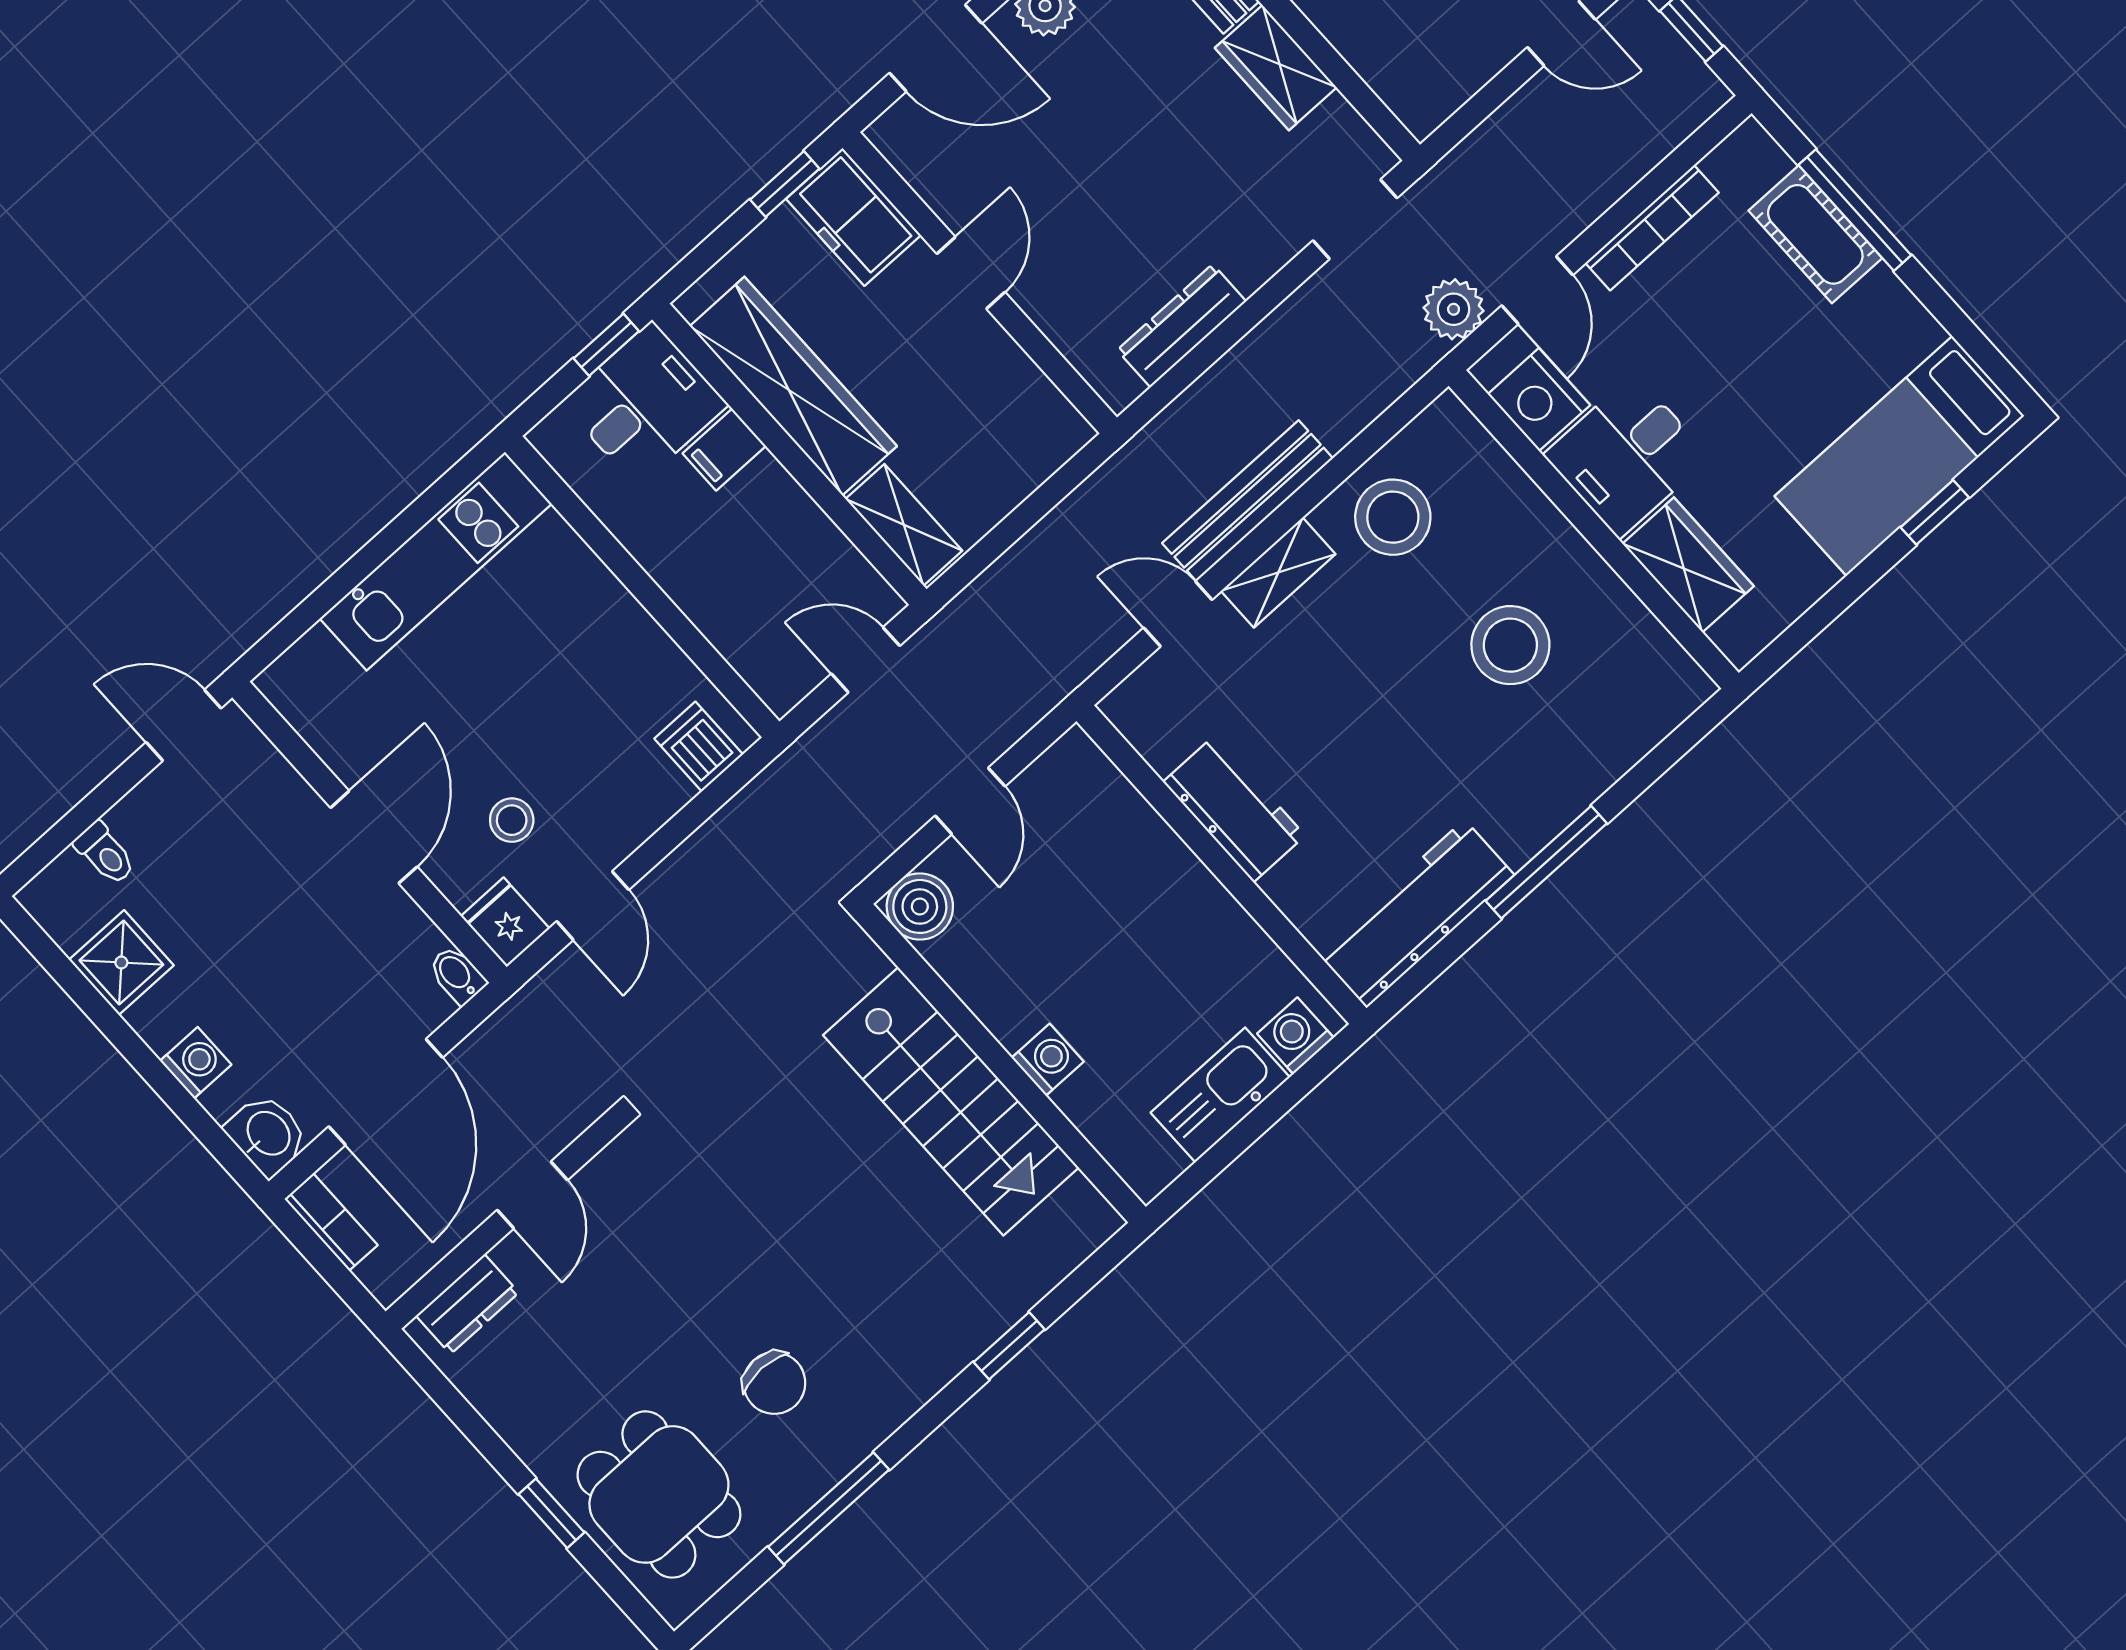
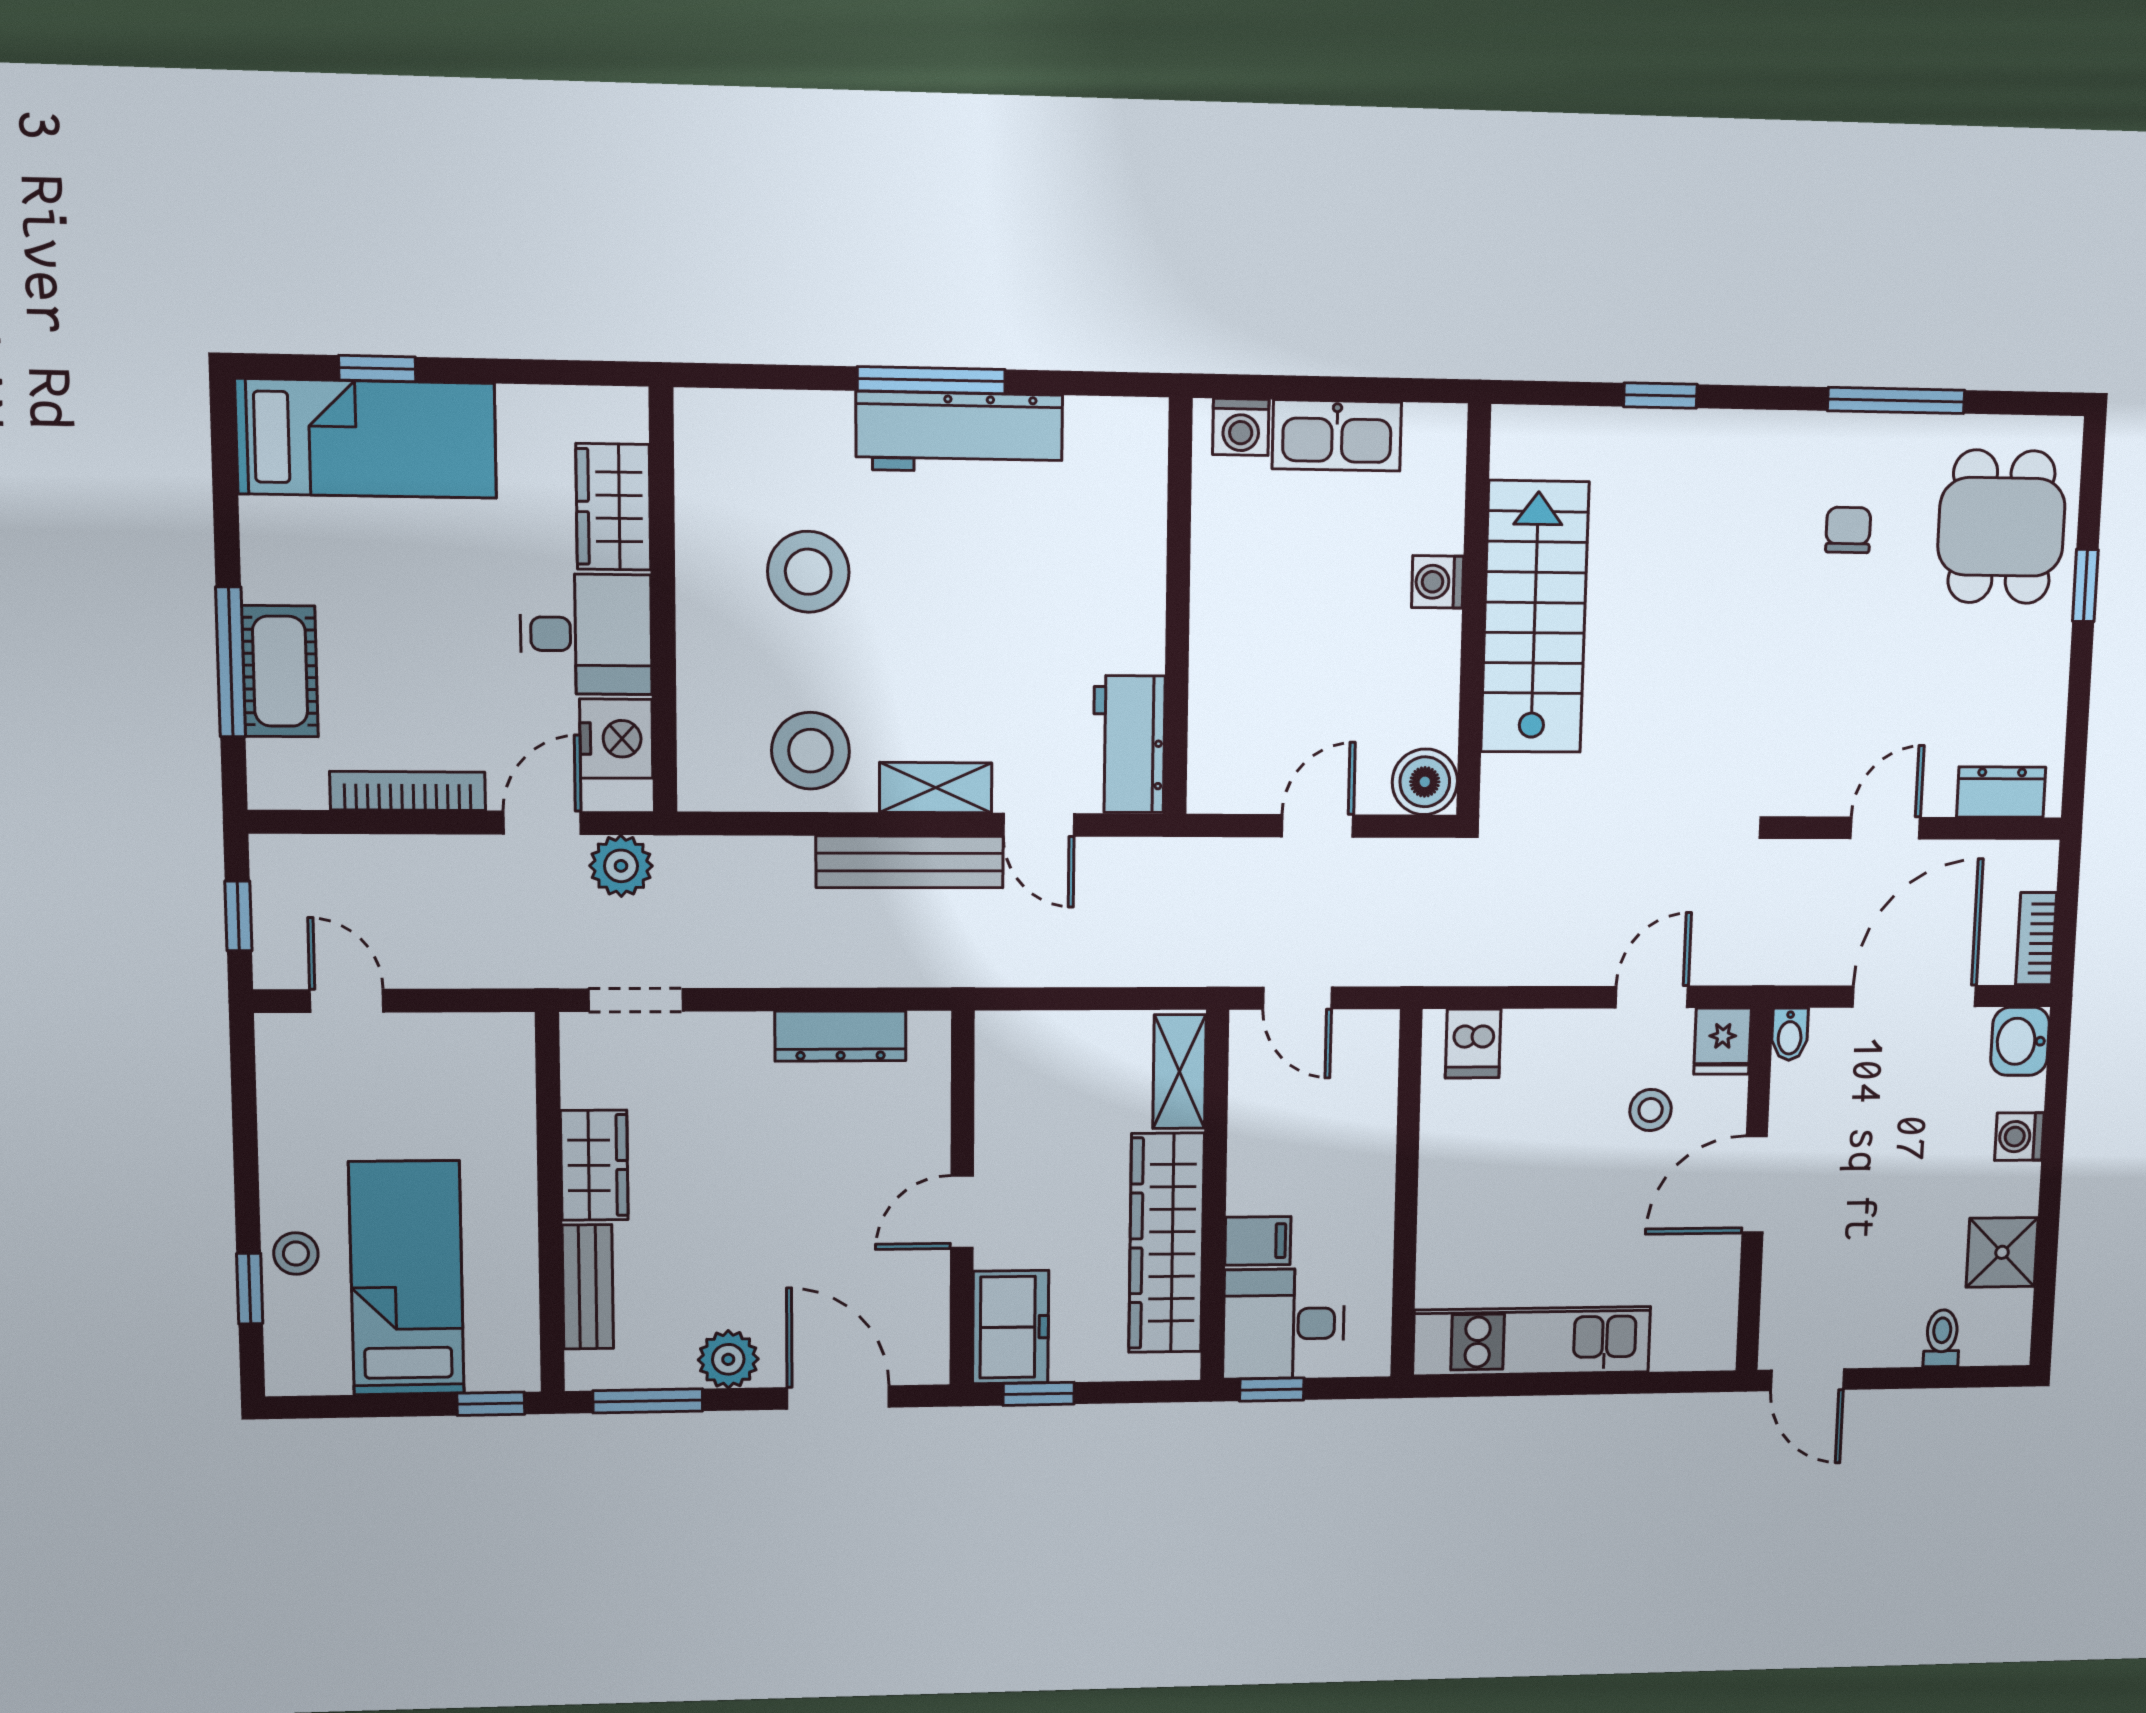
workbench: (1234, 809) -> (1129, 744), moved
workbench: (1416, 914) -> (959, 432), moved
chair: (774, 1383) -> (1848, 530), width x0.73, depth x0.73

